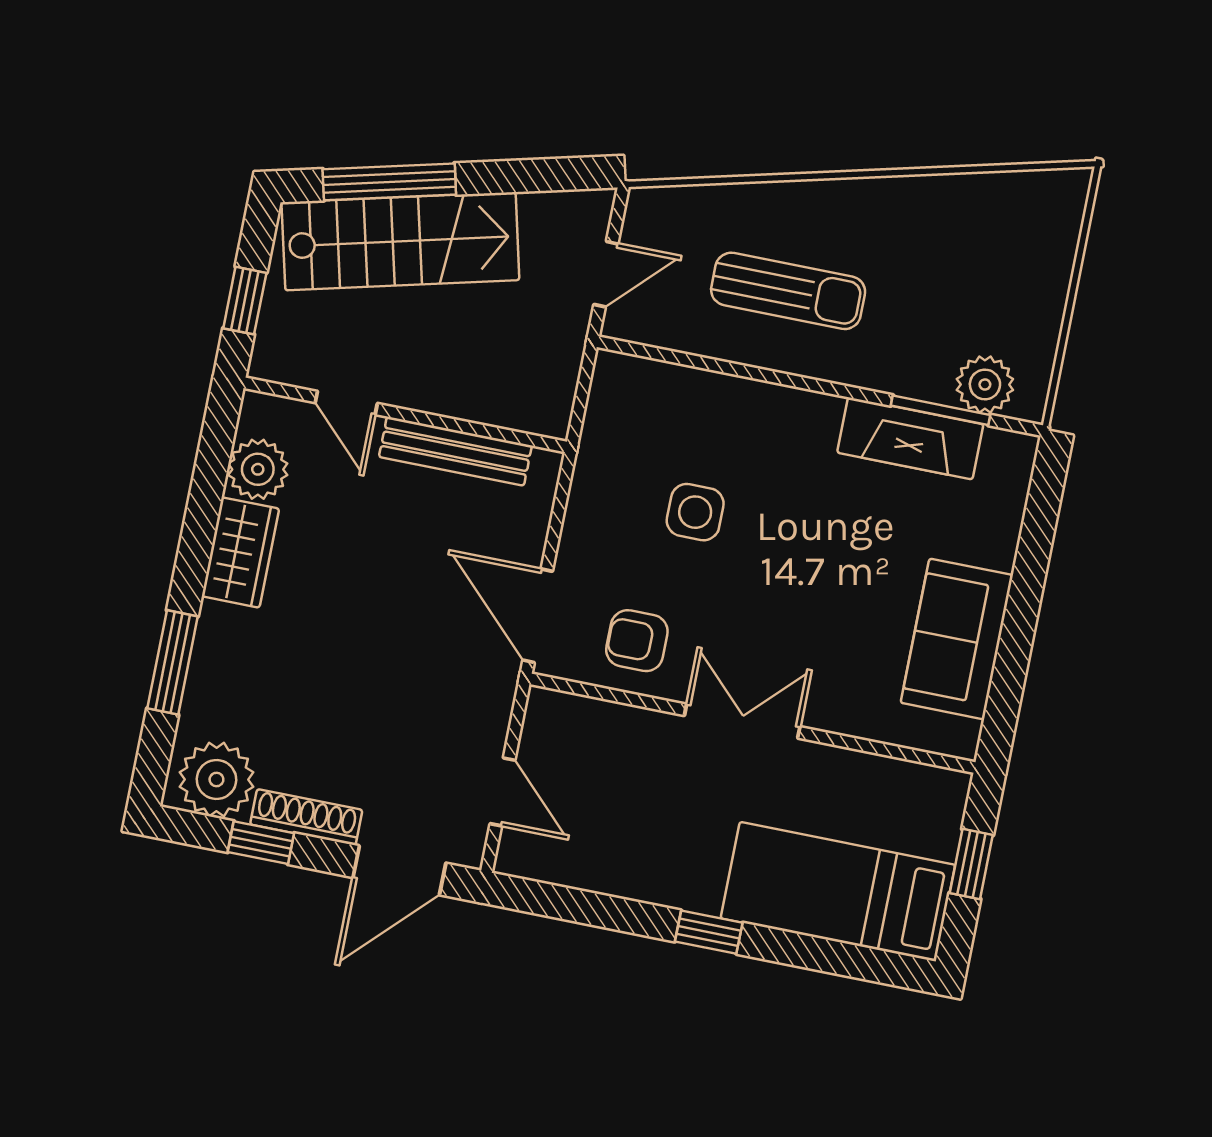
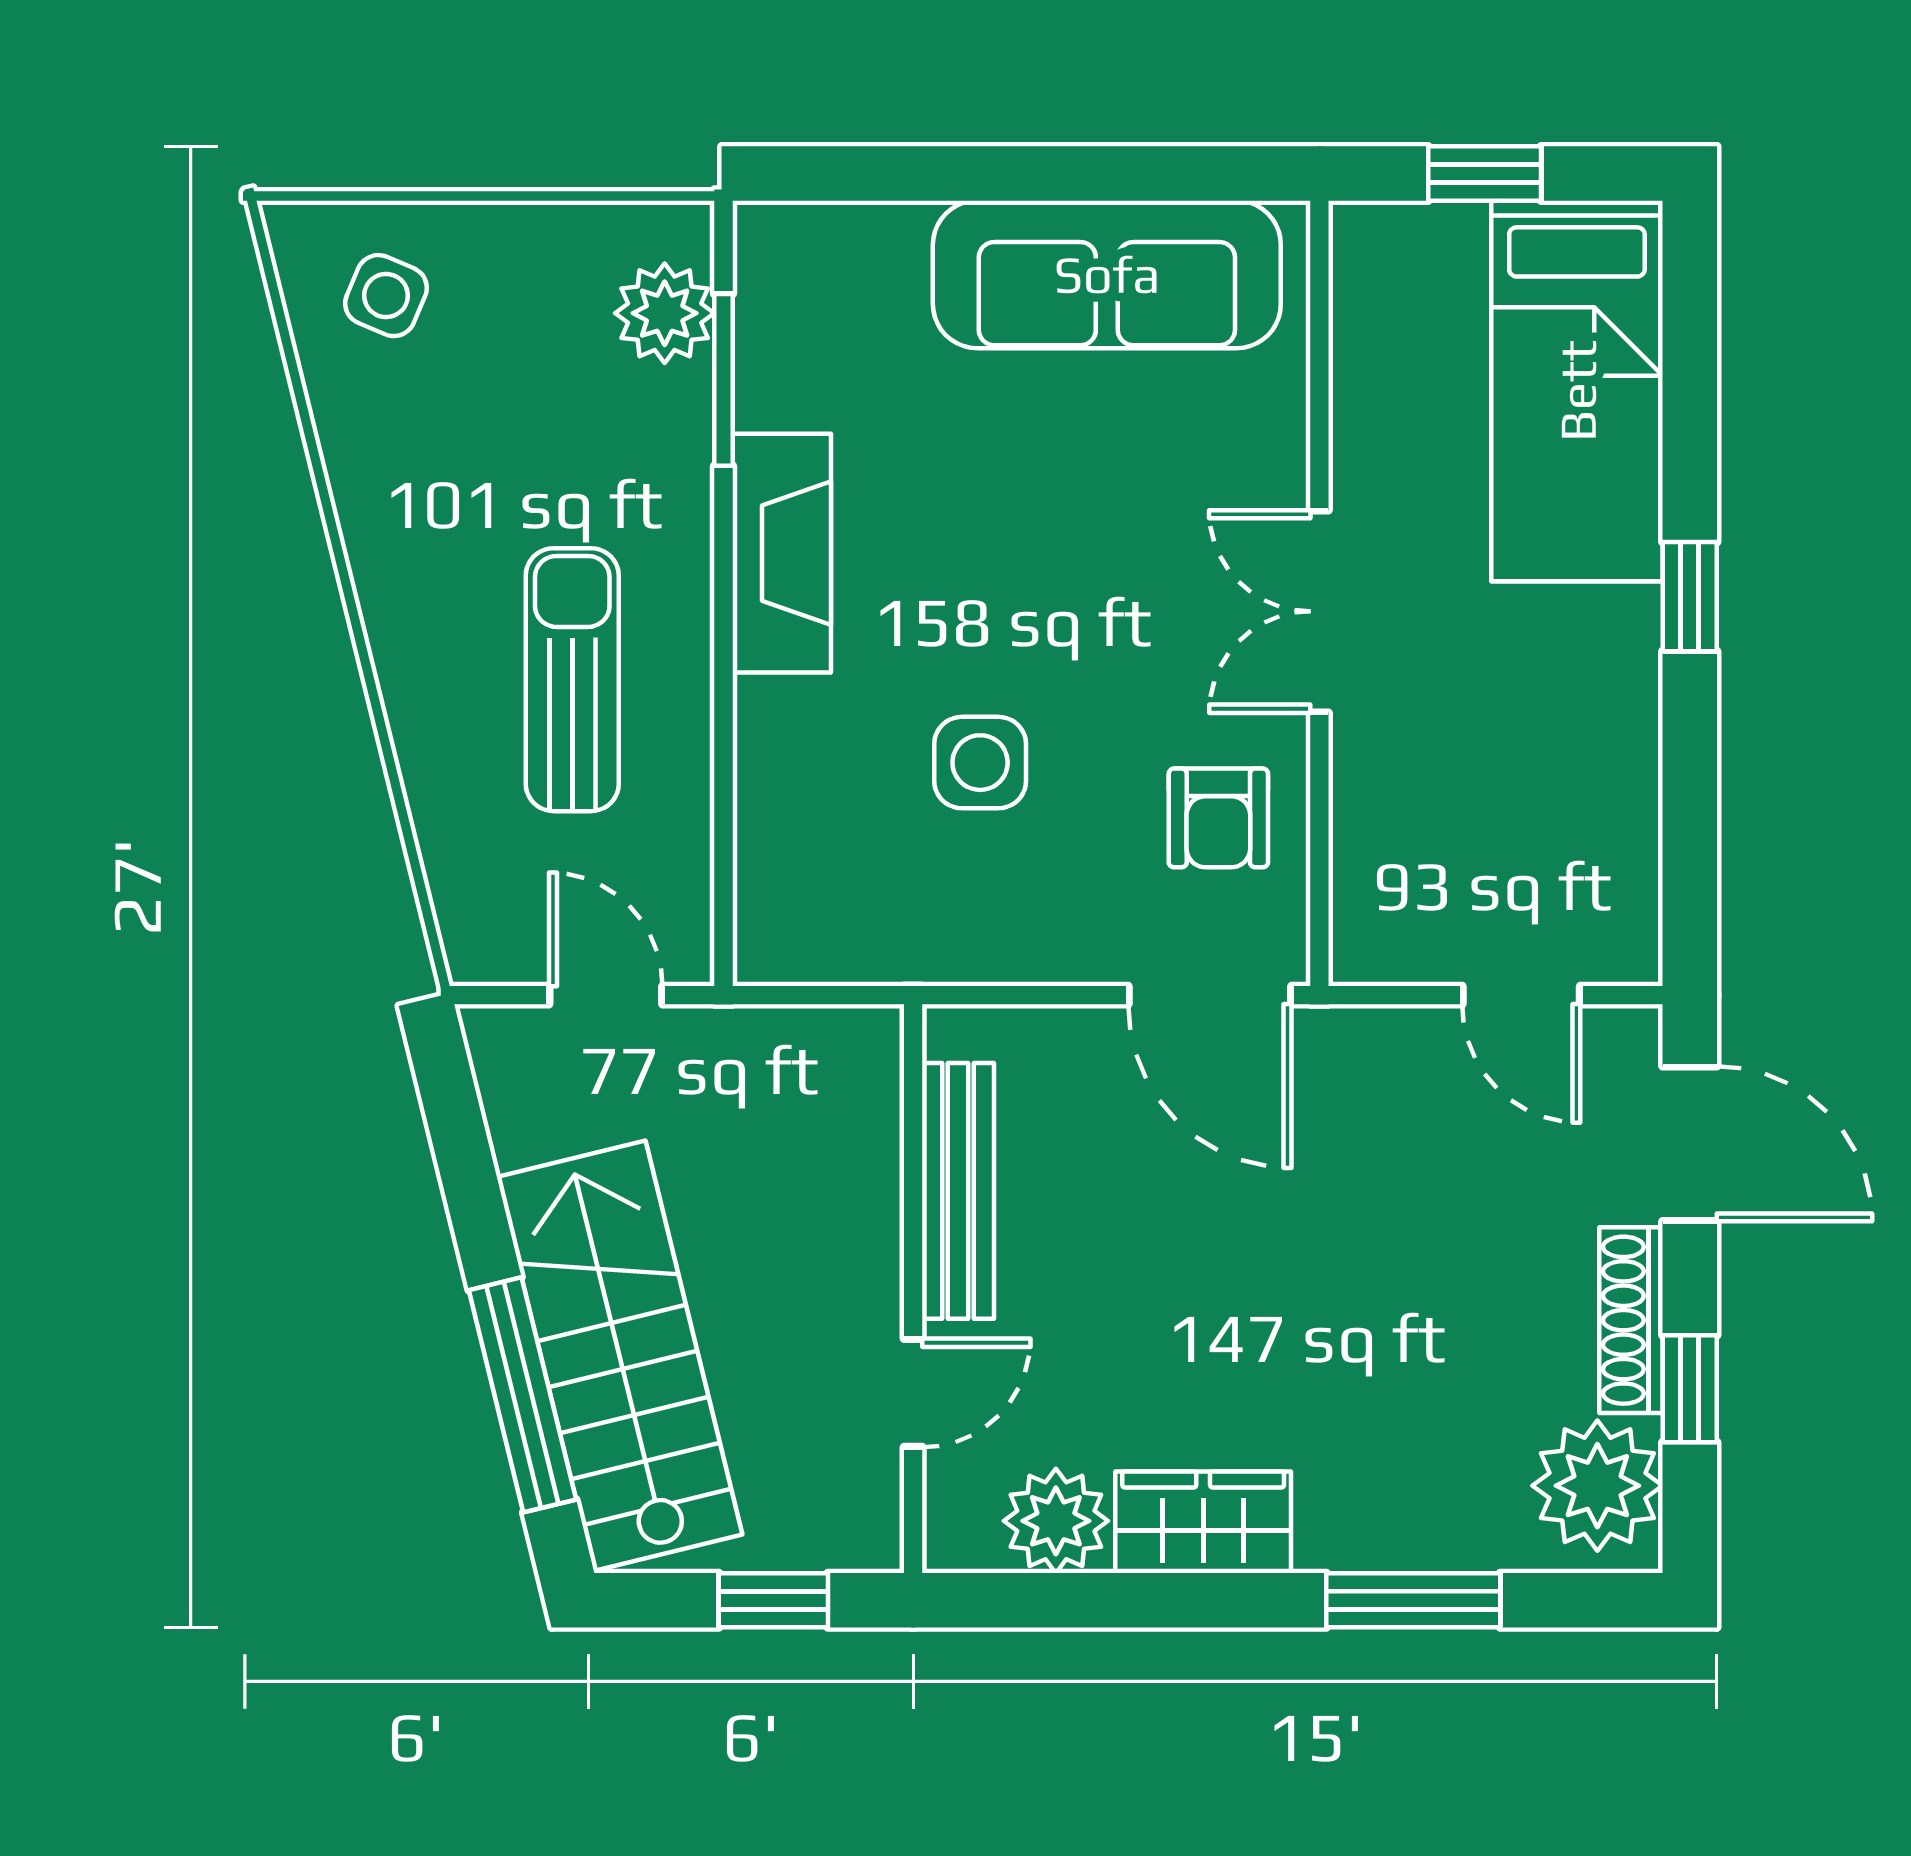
side table: (1026, 229) -> (386, 296), added
fireplace: (910, 438) -> (782, 553), moved
door: (538, 616) -> (1210, 995), hinge flipped
sofa: (957, 639) -> (1107, 274), width x1.36
door: (502, 792) -> (1521, 995), swing flipped

